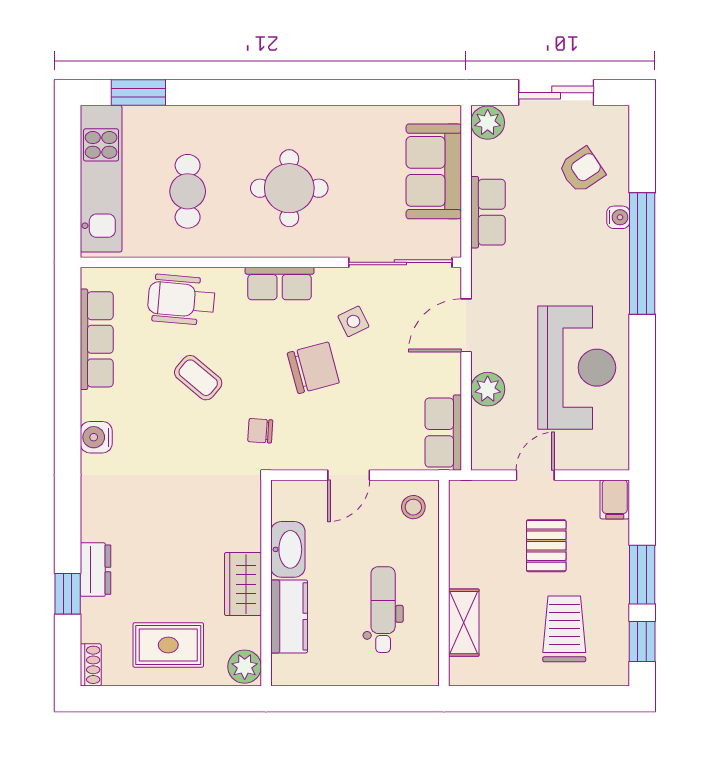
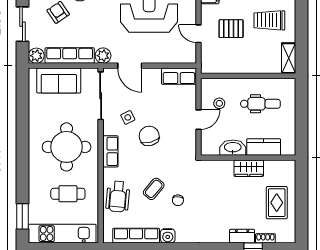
round table: (289, 188) -> (67, 147), width x1.36, depth x1.36
row of seats: (488, 212) -> (70, 56), width x1.48
plant: (488, 389) -> (103, 56), moved
chair: (260, 431) -> (178, 200), moved
water cooler: (96, 437) -> (168, 236), moved
door: (349, 475) -> (199, 120), hinge flipped
stool: (413, 507) -> (219, 103), moved
dental chair: (383, 610) -> (260, 104), turned 180
shelving: (464, 623) -> (289, 58), moved, turned 90
shoe rack: (91, 665) -> (265, 238), moved
plant: (245, 667) -> (287, 168), removed

